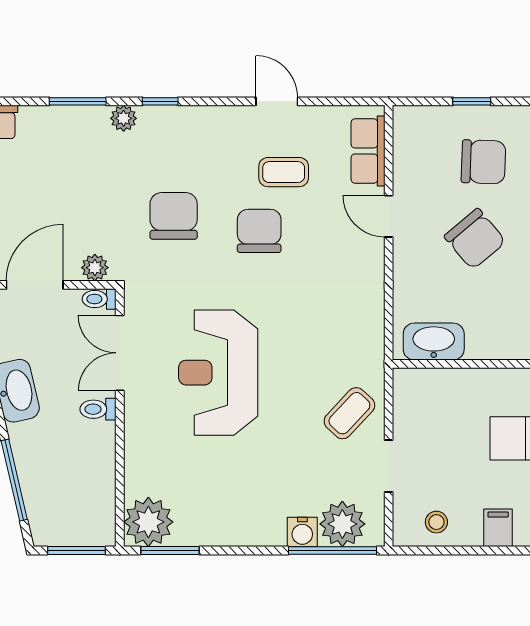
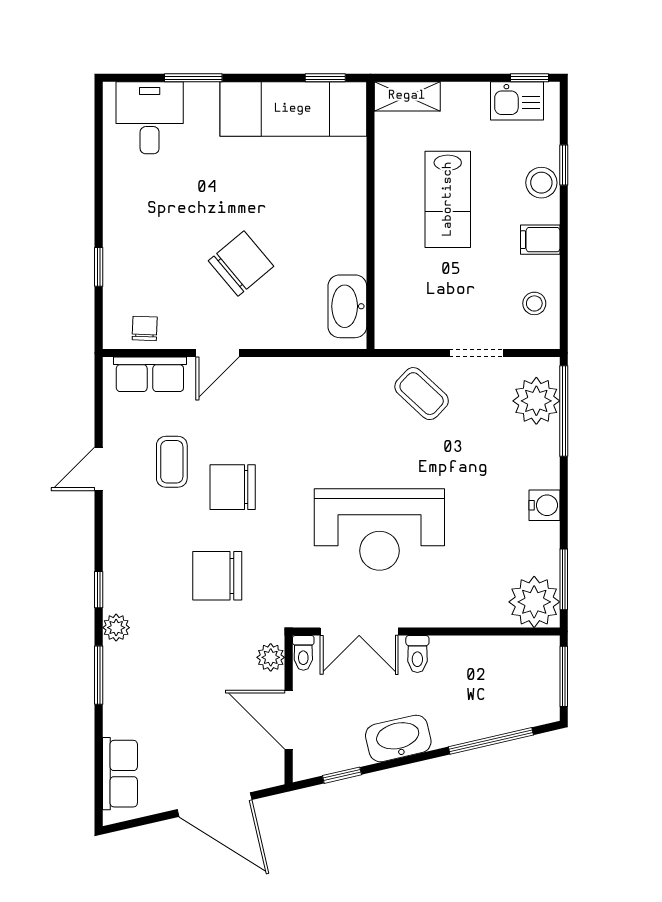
chair: (483, 162) -> (145, 328), moved, width x0.54, depth x0.54
water cooler: (302, 532) -> (545, 505), moved

